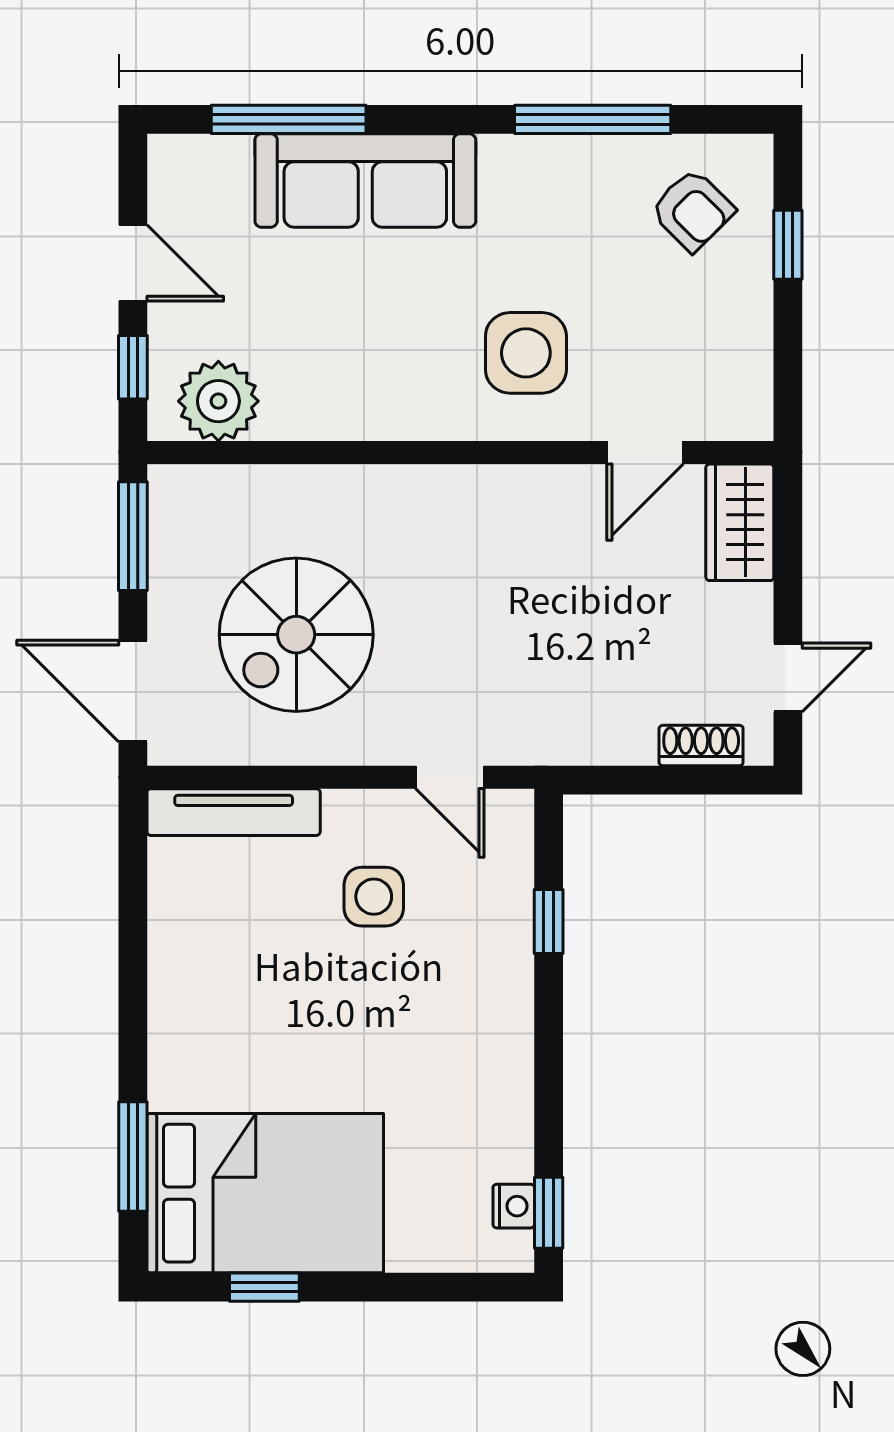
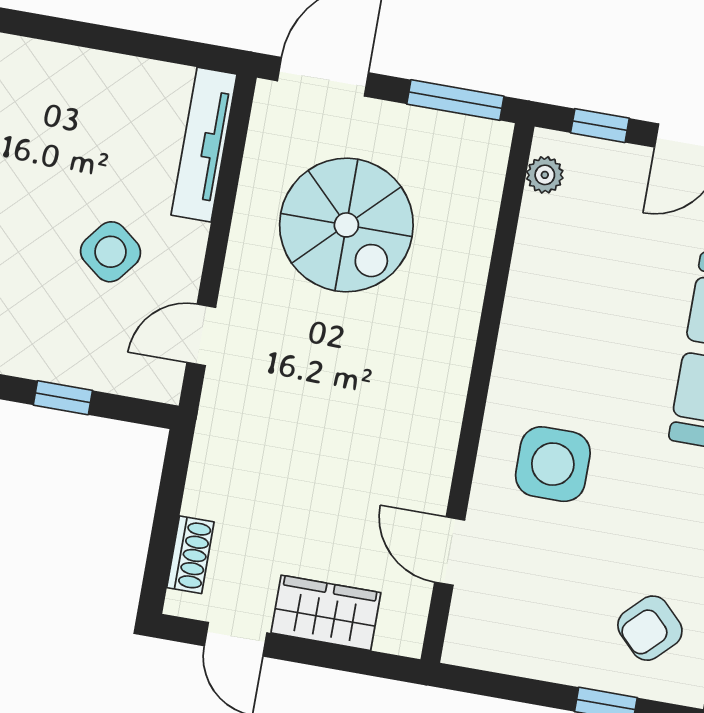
plant: (218, 401) -> (545, 175), width x0.53, depth x0.53
wardrobe: (740, 522) -> (326, 613), moved
spiral stairs: (296, 635) -> (346, 225), turned 180
side table: (374, 897) -> (111, 252), turned 38

